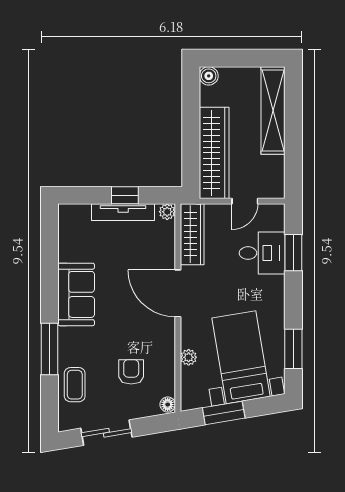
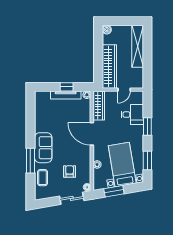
window: (293, 253) -> (147, 127), moved
sofa: (76, 294) -> (43, 148), moved
sliding door: (106, 433) -> (72, 198), moved

